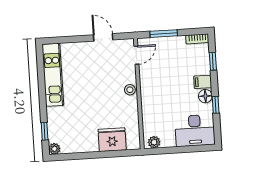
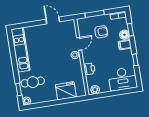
door: (136, 55) -> (79, 44), moved
armchair: (171, 60) -> (101, 32), added
floor lamp: (205, 96) -> (124, 35), moved
printer: (149, 111) -> (89, 69), added
cafe table: (66, 123) -> (33, 82), added

